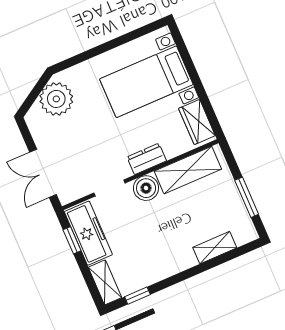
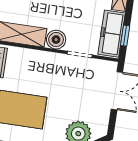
dresser: (147, 159) -> (44, 58), removed

